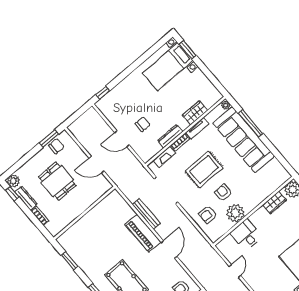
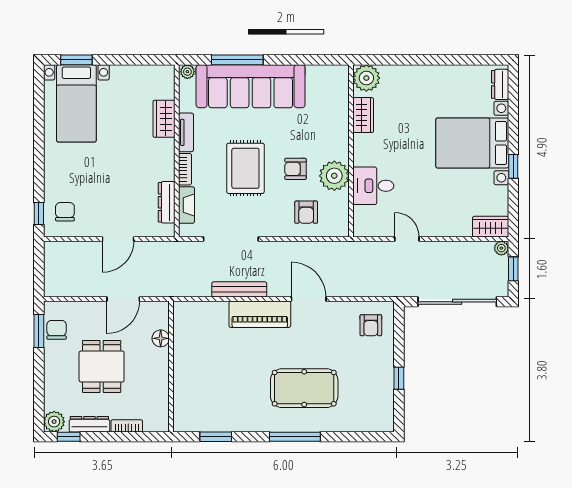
chair: (143, 124) -> (65, 212), moved
dresser: (170, 136) -> (167, 202), moved
dining table: (57, 181) -> (102, 366), turned 90
floor lamp: (93, 197) -> (161, 338), added

